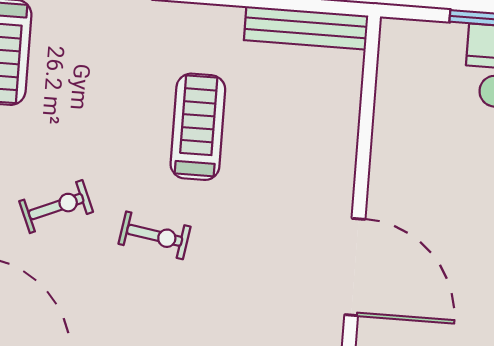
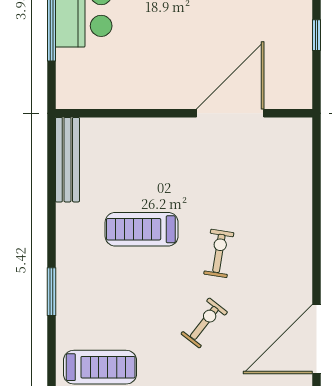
exercise bike: (56, 207) -> (204, 323), turned 61

